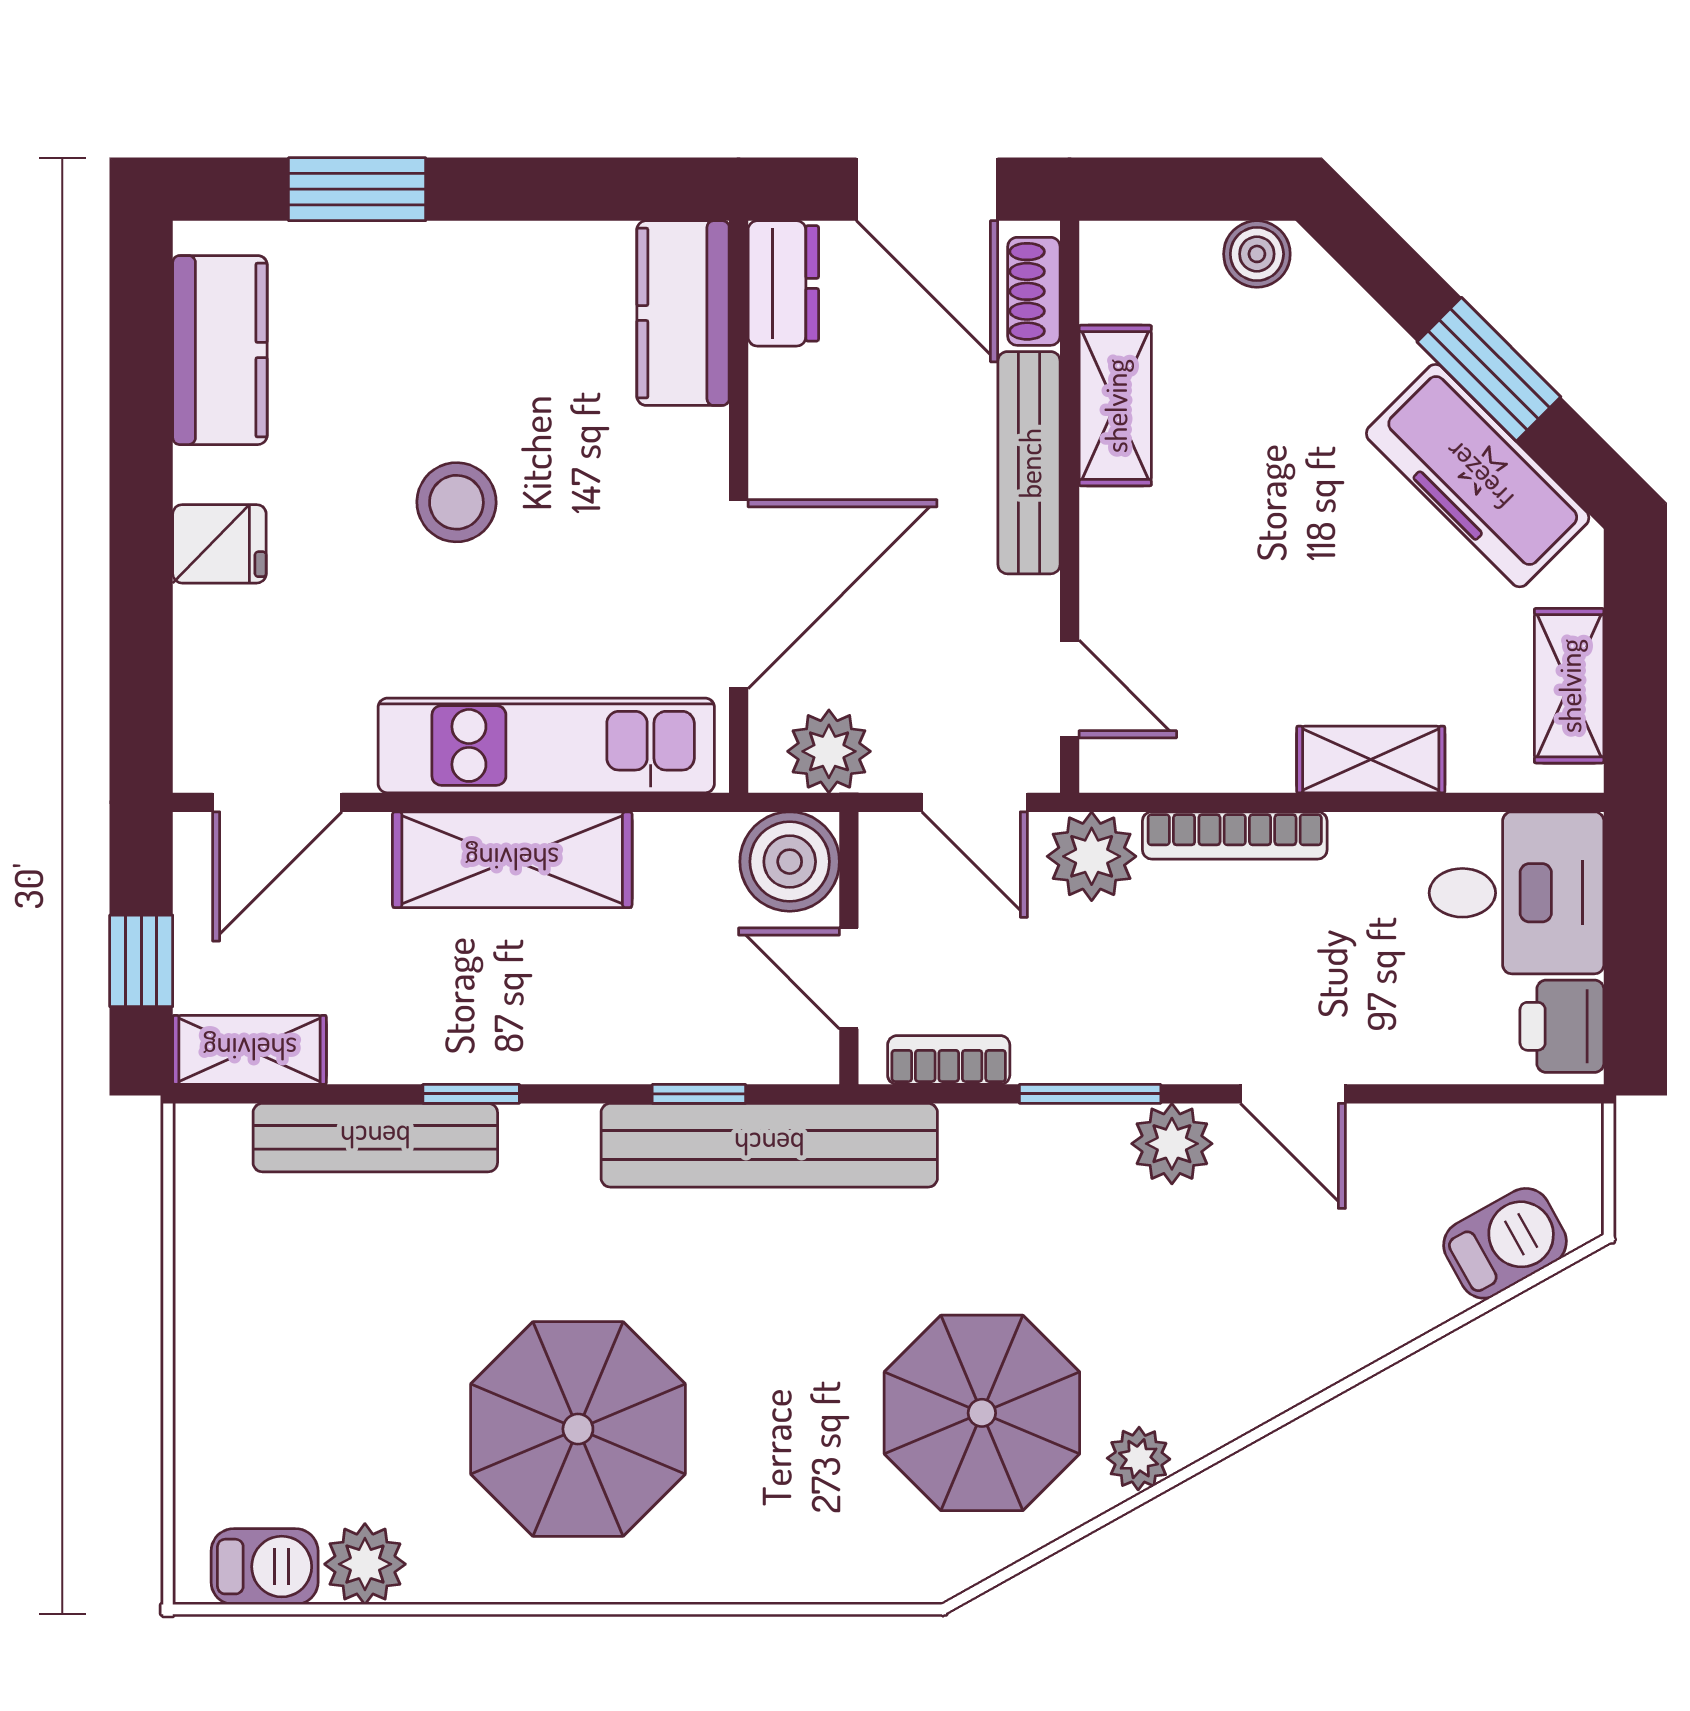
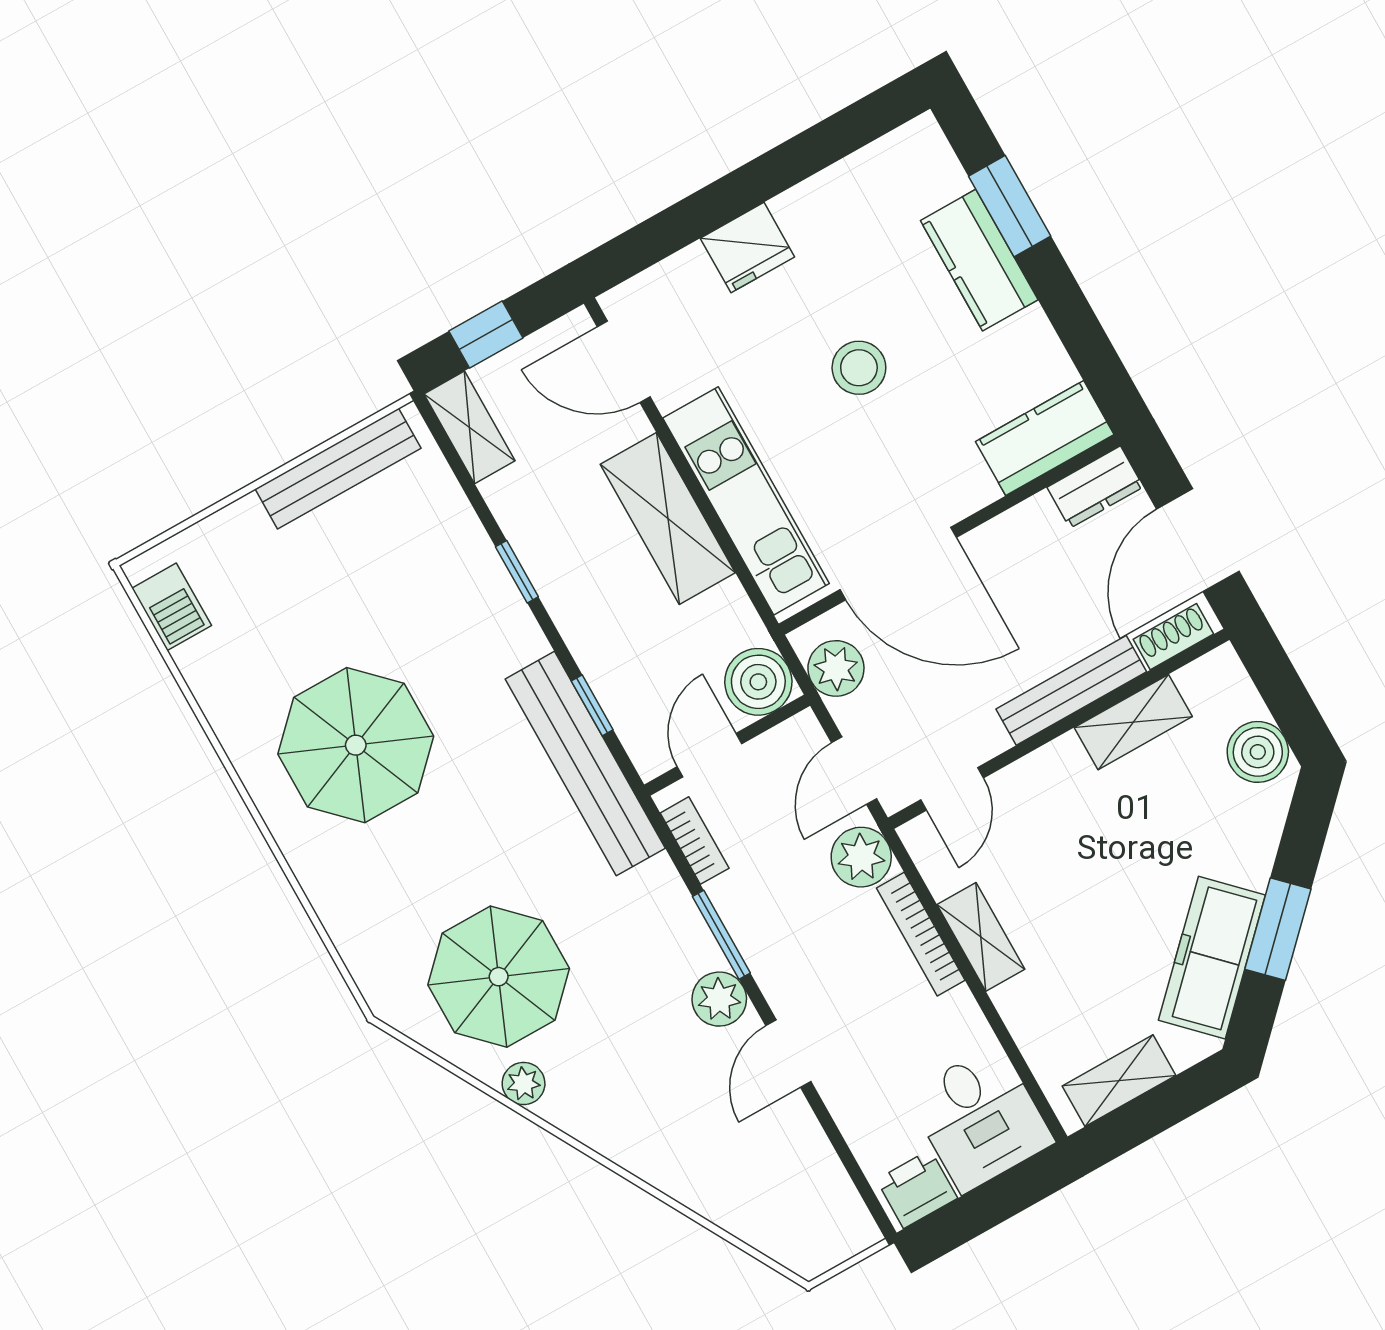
boiler: (1257, 254) -> (1258, 752), width x1.36, depth x1.36
kitchen counter: (220, 350) -> (979, 260), moved, turned 90
fridge: (219, 544) -> (747, 248), width x1.38
shelving: (1371, 759) -> (981, 937), moved
bench: (375, 1138) -> (338, 469), moved, turned 90
barbecue: (1505, 1243) -> (771, 1227), removed
plant: (365, 1564) -> (206, 665), removed

